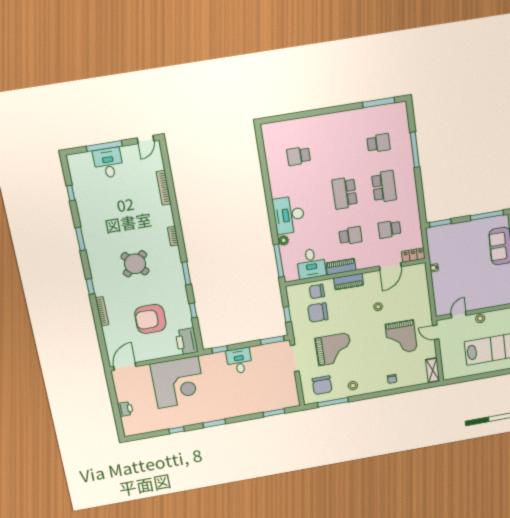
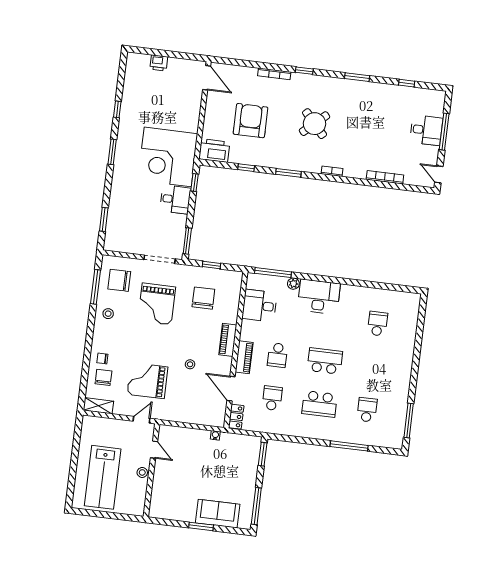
school desk: (379, 143) -> (367, 410), turned 180
piano: (341, 267) -> (244, 357), moved
chair: (317, 291) -> (103, 377), moved
corner desk: (178, 382) -> (168, 157), moved

